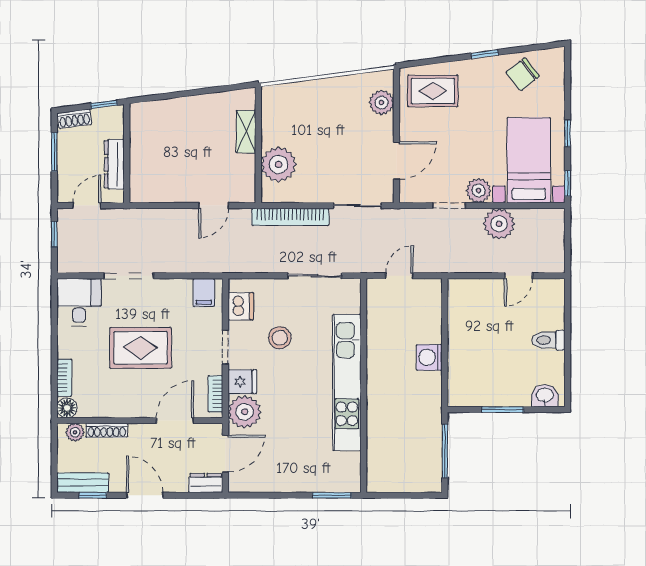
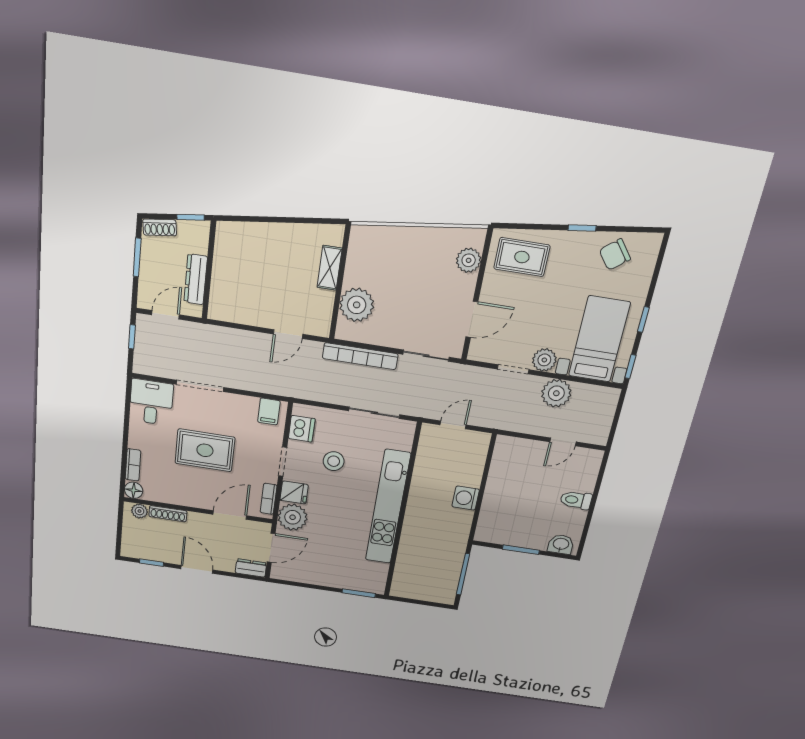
bench: (83, 483) -> (143, 552), removed

